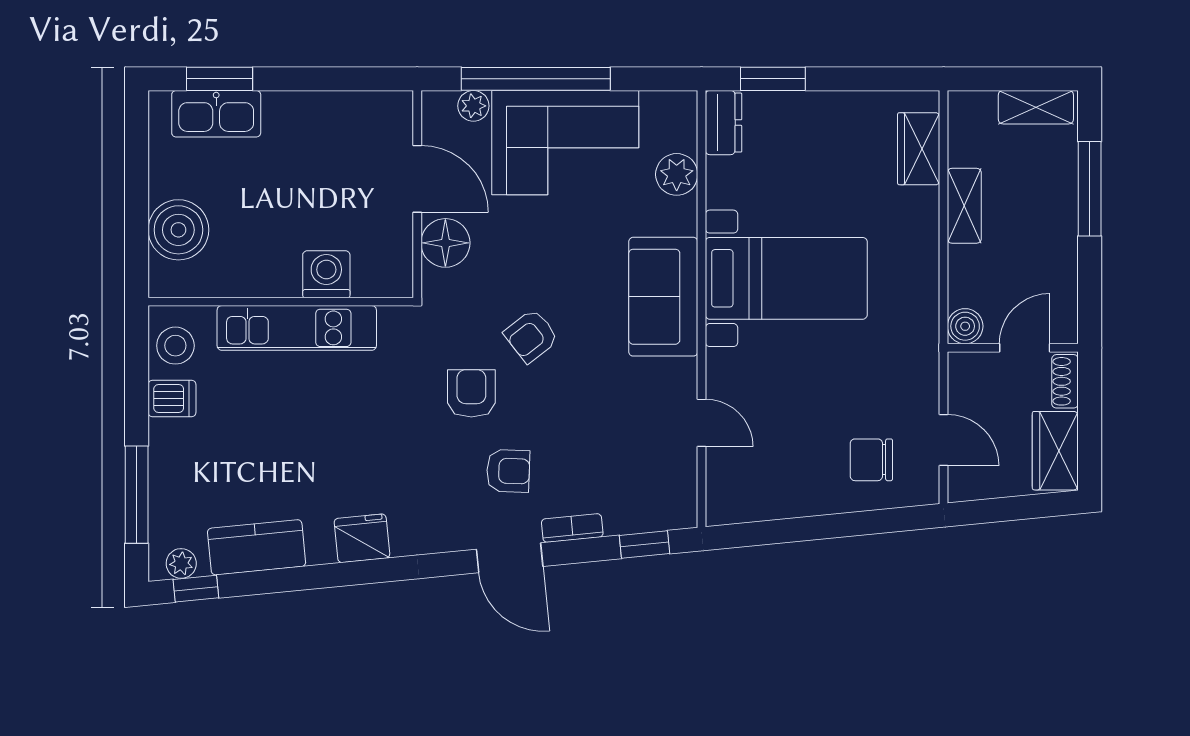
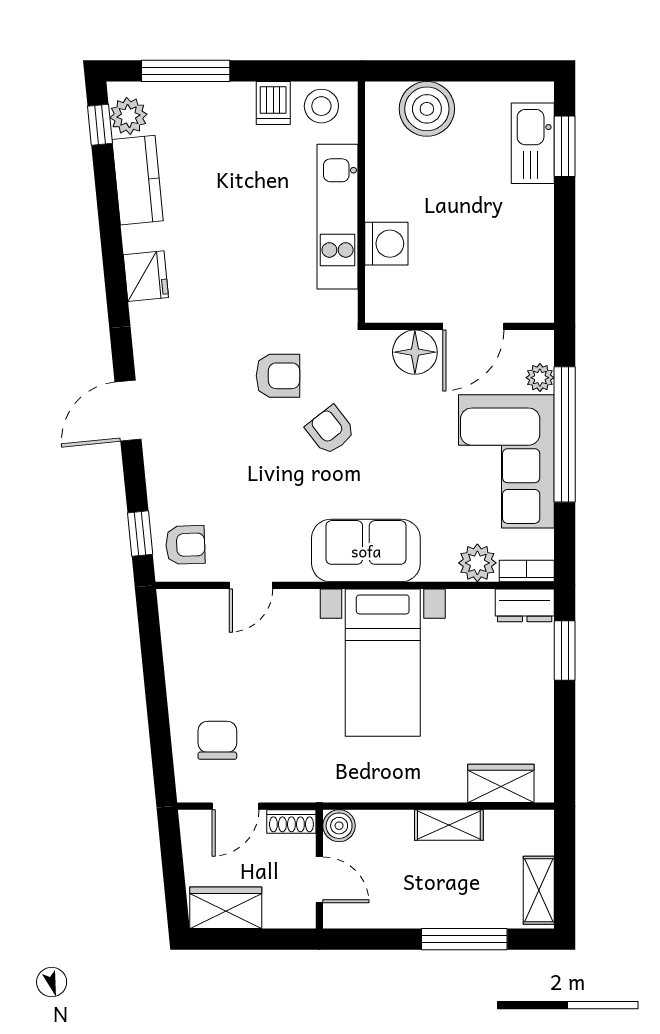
shoe rack: (1065, 381) -> (291, 821), moved, turned 180
armchair: (508, 471) -> (185, 545), moved, turned -94
bookcase: (572, 528) -> (527, 571), moved, turned -84
plant: (181, 563) -> (128, 116), width x1.38, depth x1.38

